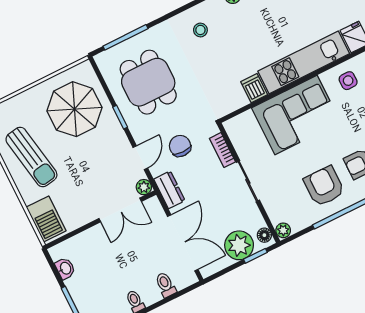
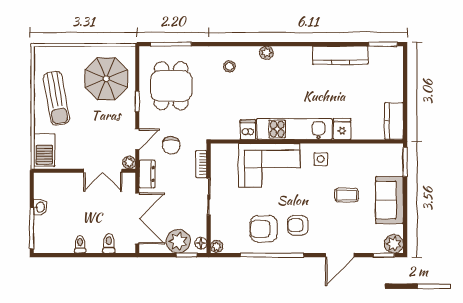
chair: (180, 146) -> (171, 145), turned 180
armchair: (324, 186) -> (264, 229), turned -90
washbasin: (65, 268) -> (40, 207), moved

